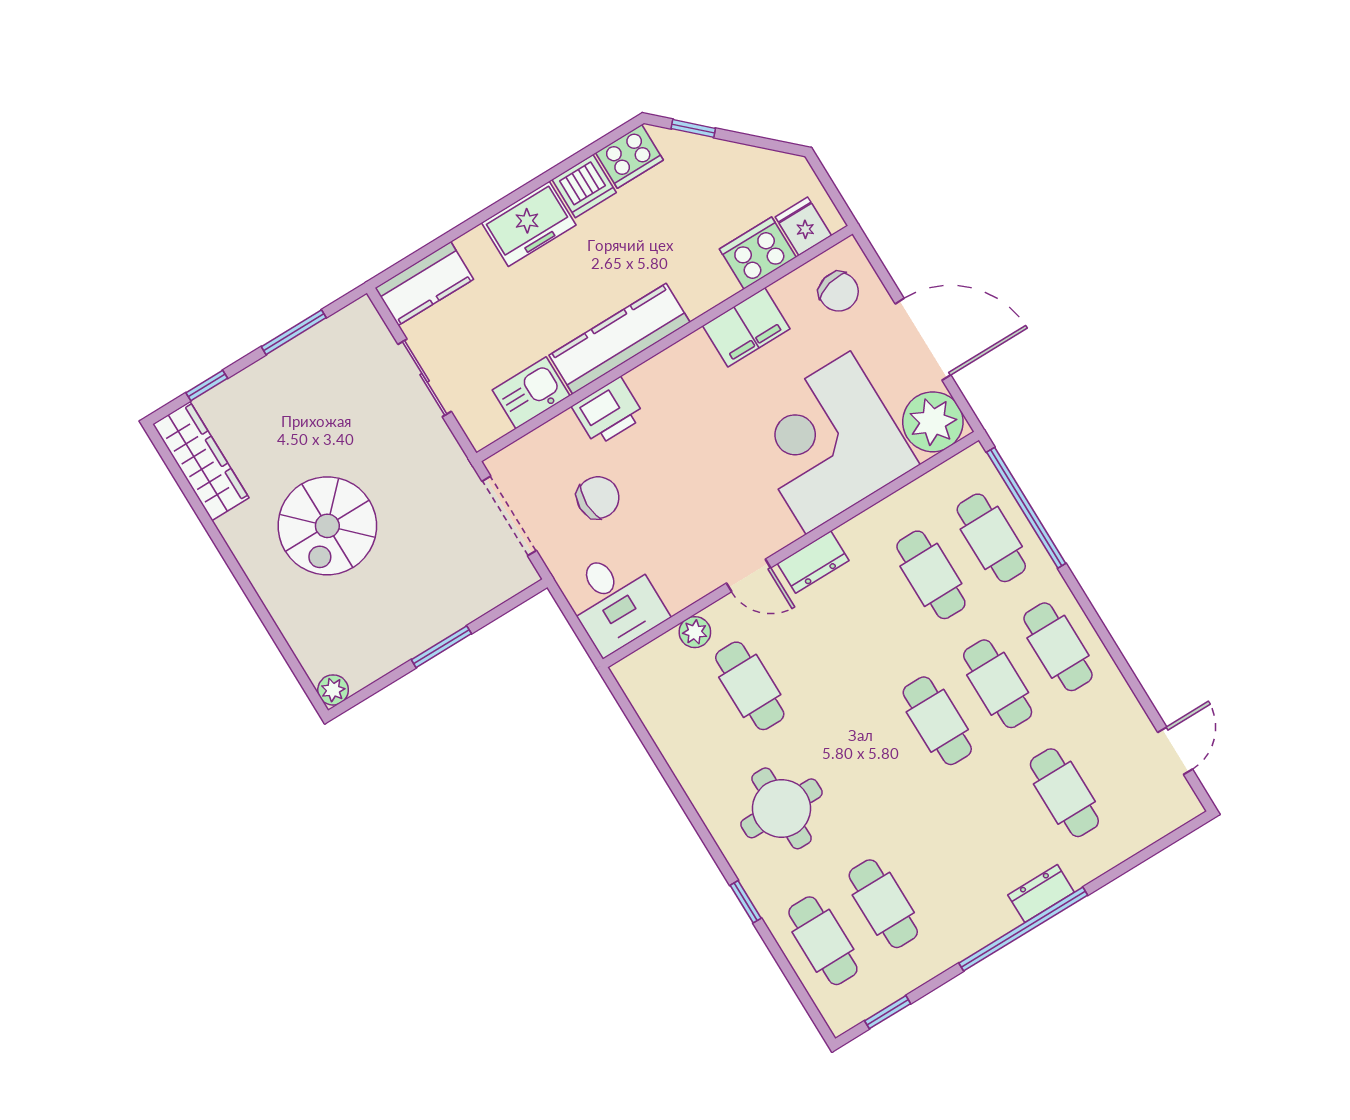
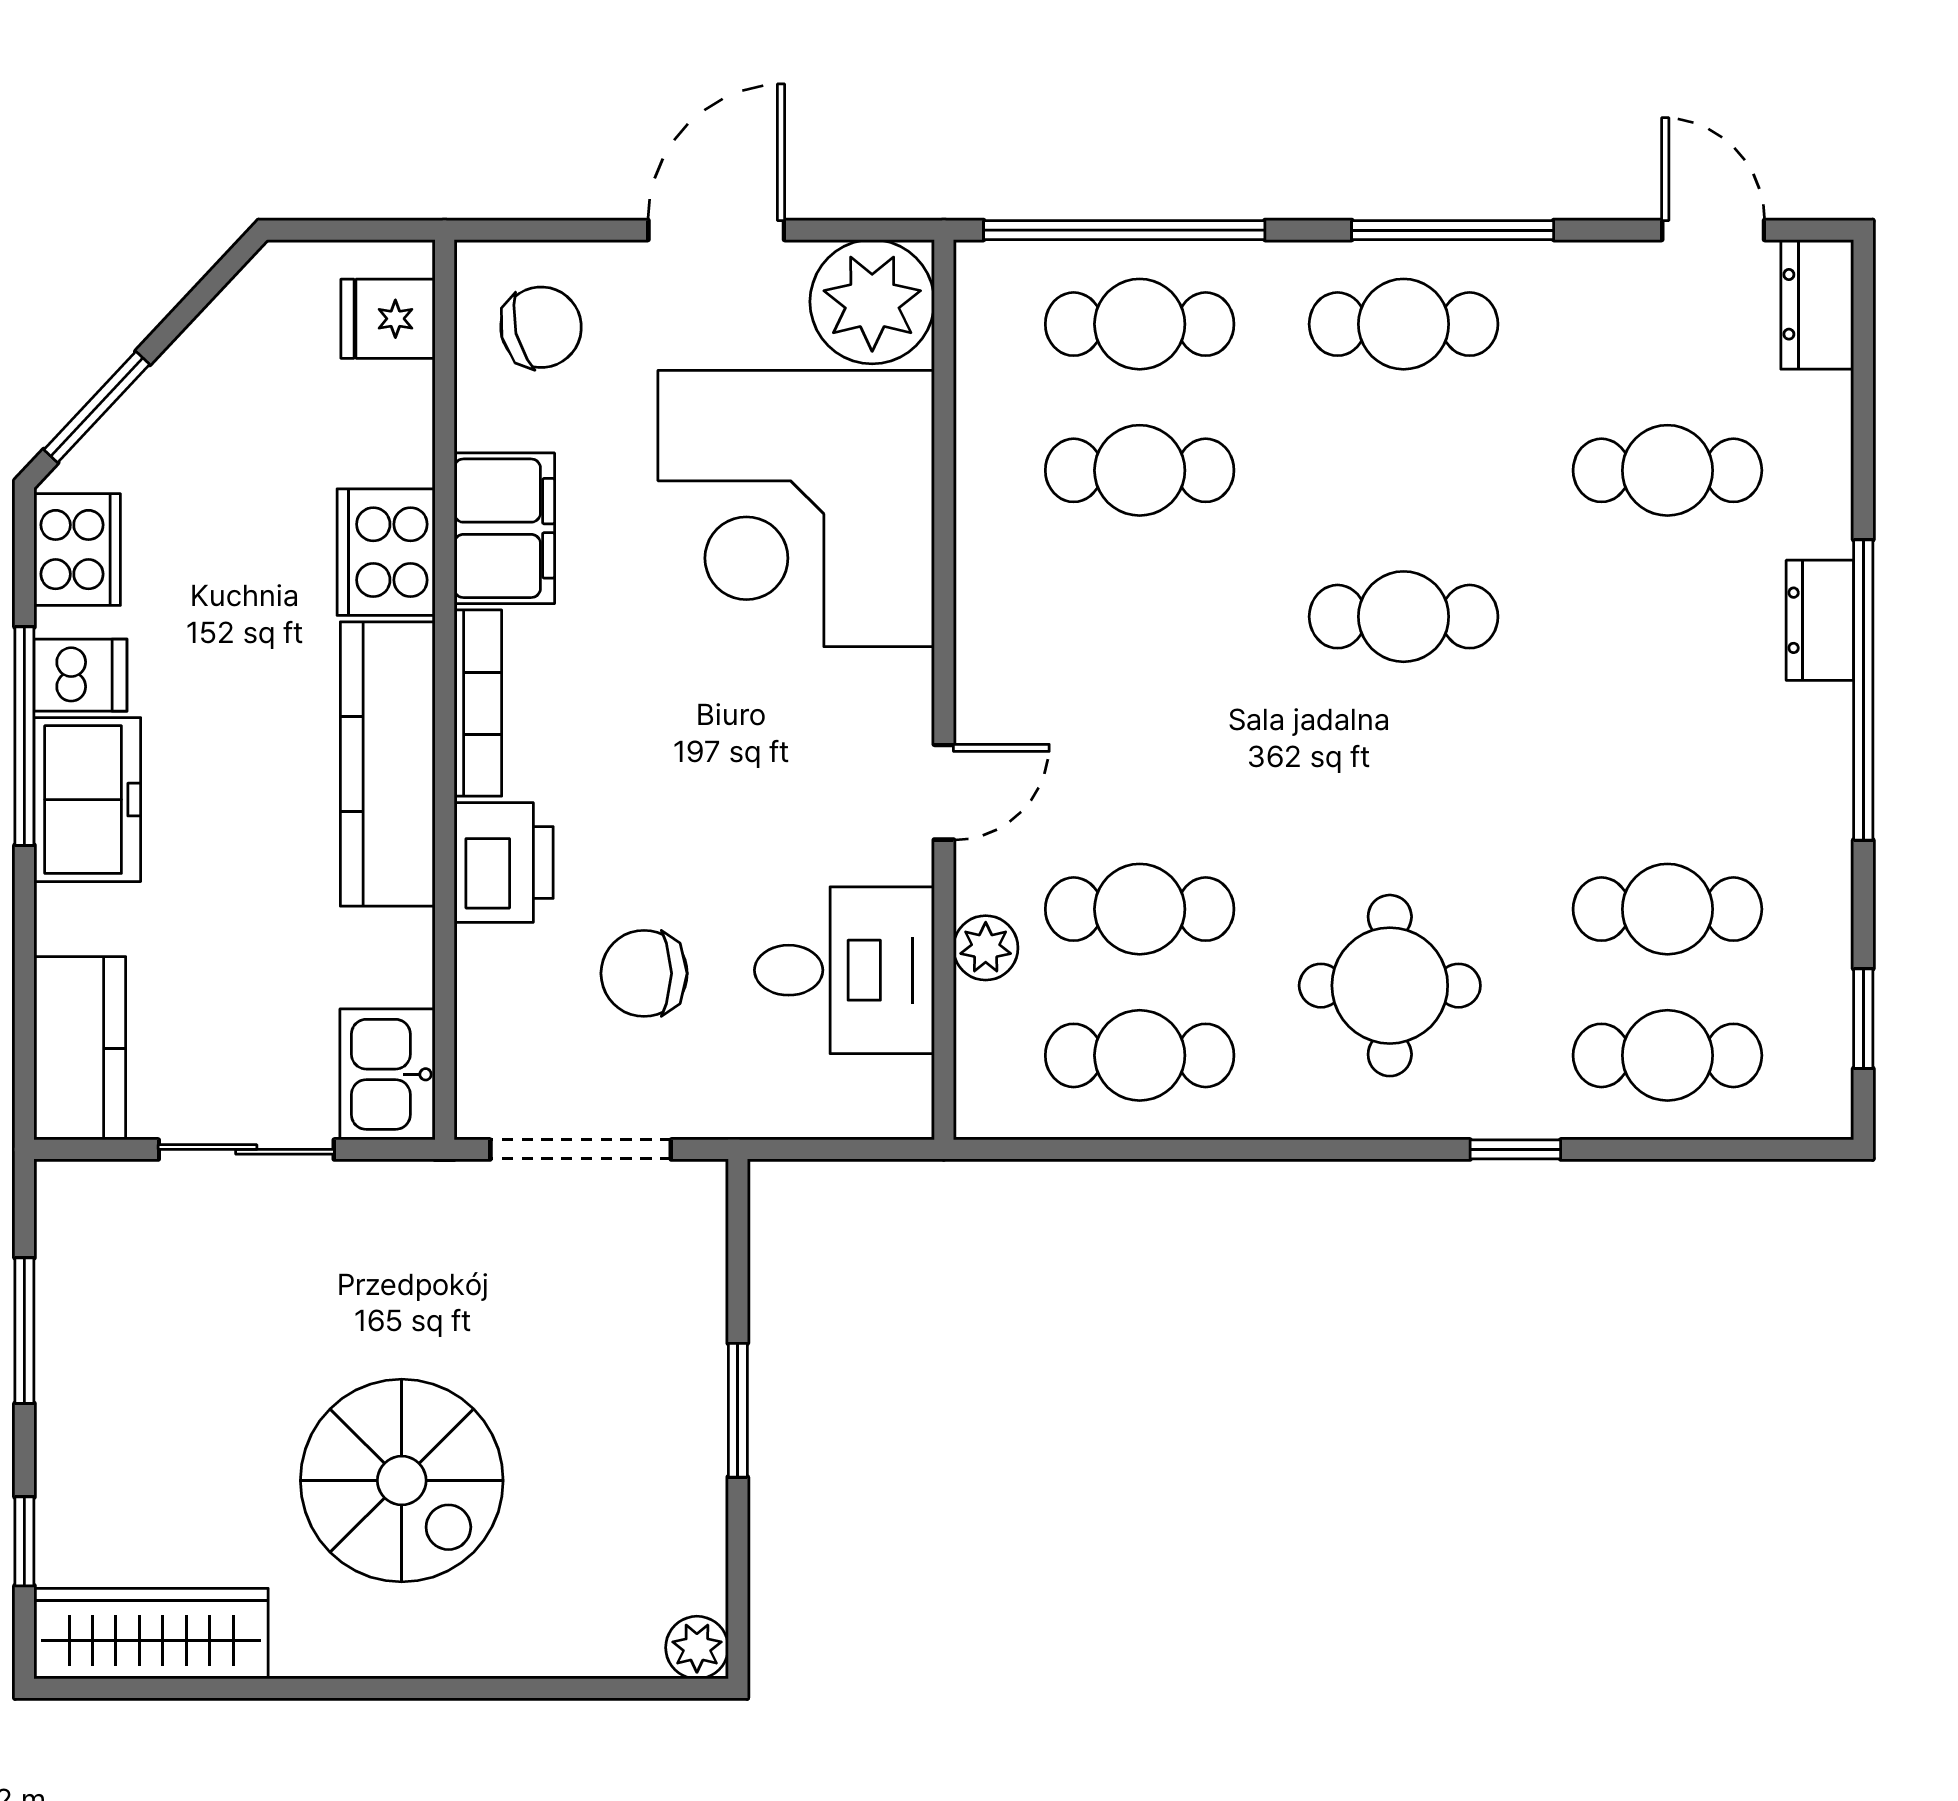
window: (693, 128) -> (97, 407), width x1.50
window: (539, 182) -> (24, 736), added
dishwasher: (584, 186) -> (80, 675), width x0.73
cooker: (758, 253) -> (386, 552), moved
door: (923, 339) -> (716, 230), width x0.73
bookcase: (667, 361) -> (478, 703), added
kitchen sink: (531, 393) -> (388, 1074), moved
chair: (598, 498) -> (644, 973), turned -90
dresser: (813, 562) -> (1817, 304), moved, turned 180
desk: (614, 601) -> (844, 970), moved
window: (1109, 643) -> (1453, 230), added
cafe table: (998, 684) -> (1140, 1055), moved

